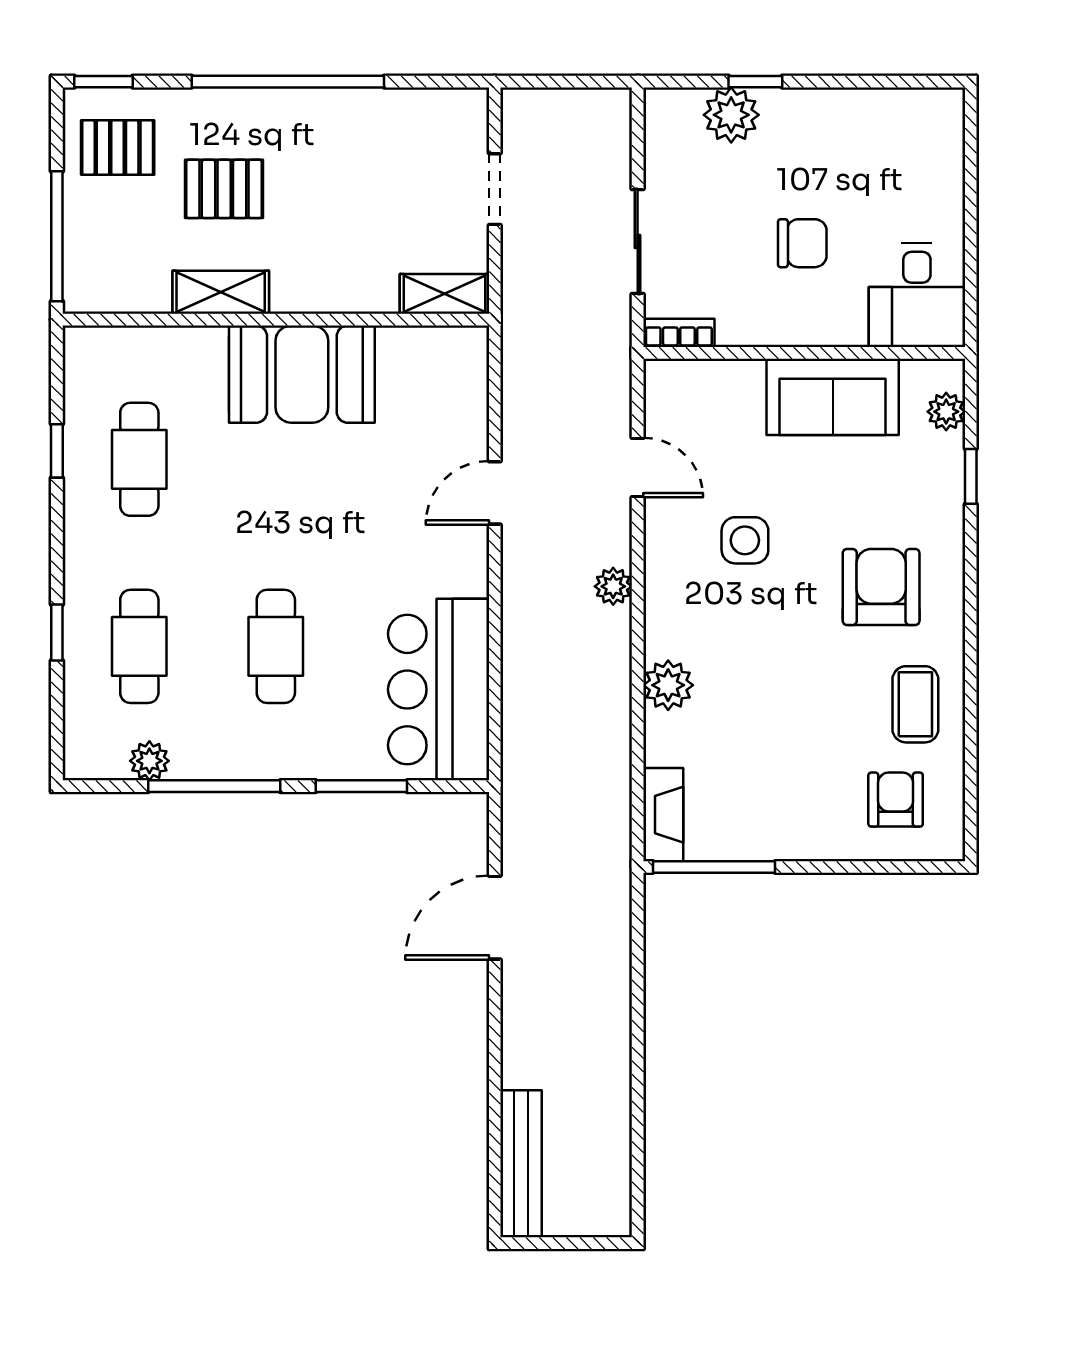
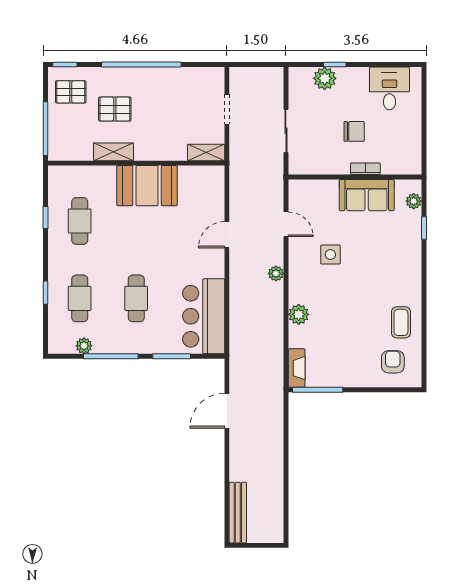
desk: (917, 295) -> (389, 88), moved, turned 180
bookcase: (679, 333) -> (365, 169), moved
armchair: (881, 587) -> (387, 274), removed

